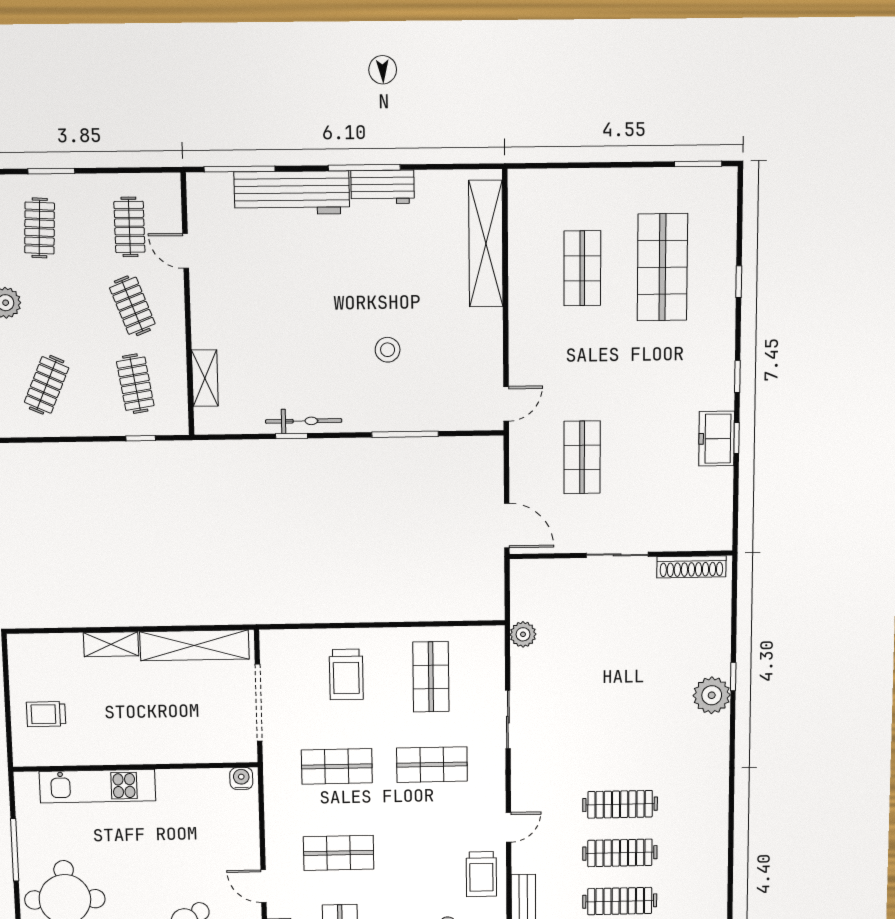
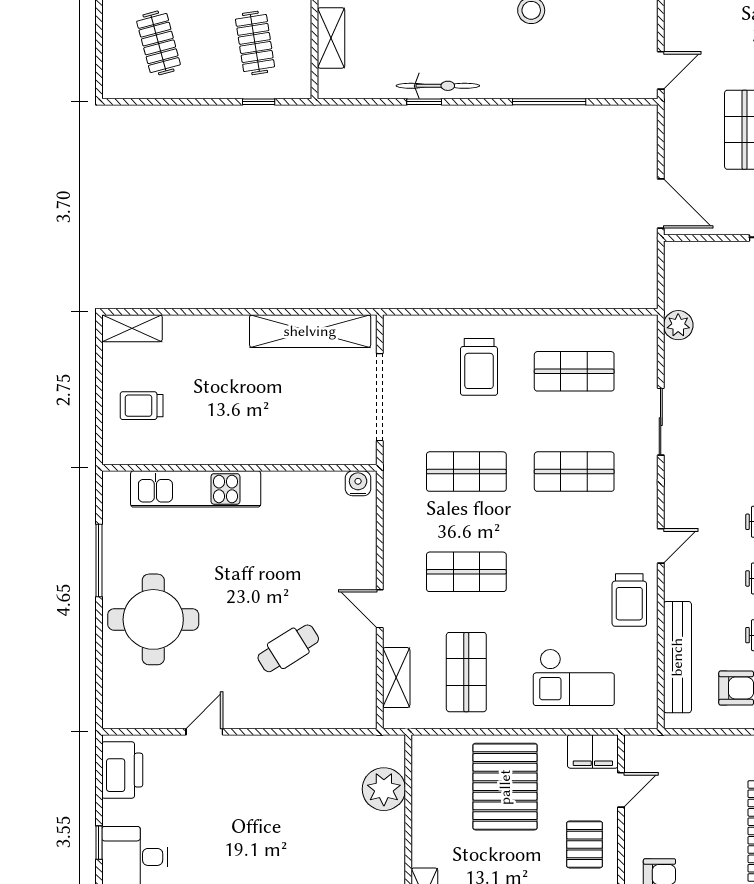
clothes rail: (47, 385) -> (159, 43), turned -39
shelving: (111, 644) -> (132, 328), moved
shop shelf: (431, 677) -> (574, 371), turned 90

